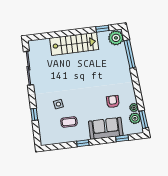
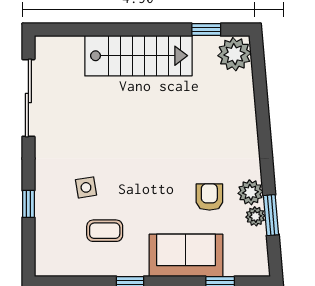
window: (130, 54) -> (261, 94), removed
plant: (135, 118) -> (250, 192), moved
window: (144, 119) -> (271, 215), moved

